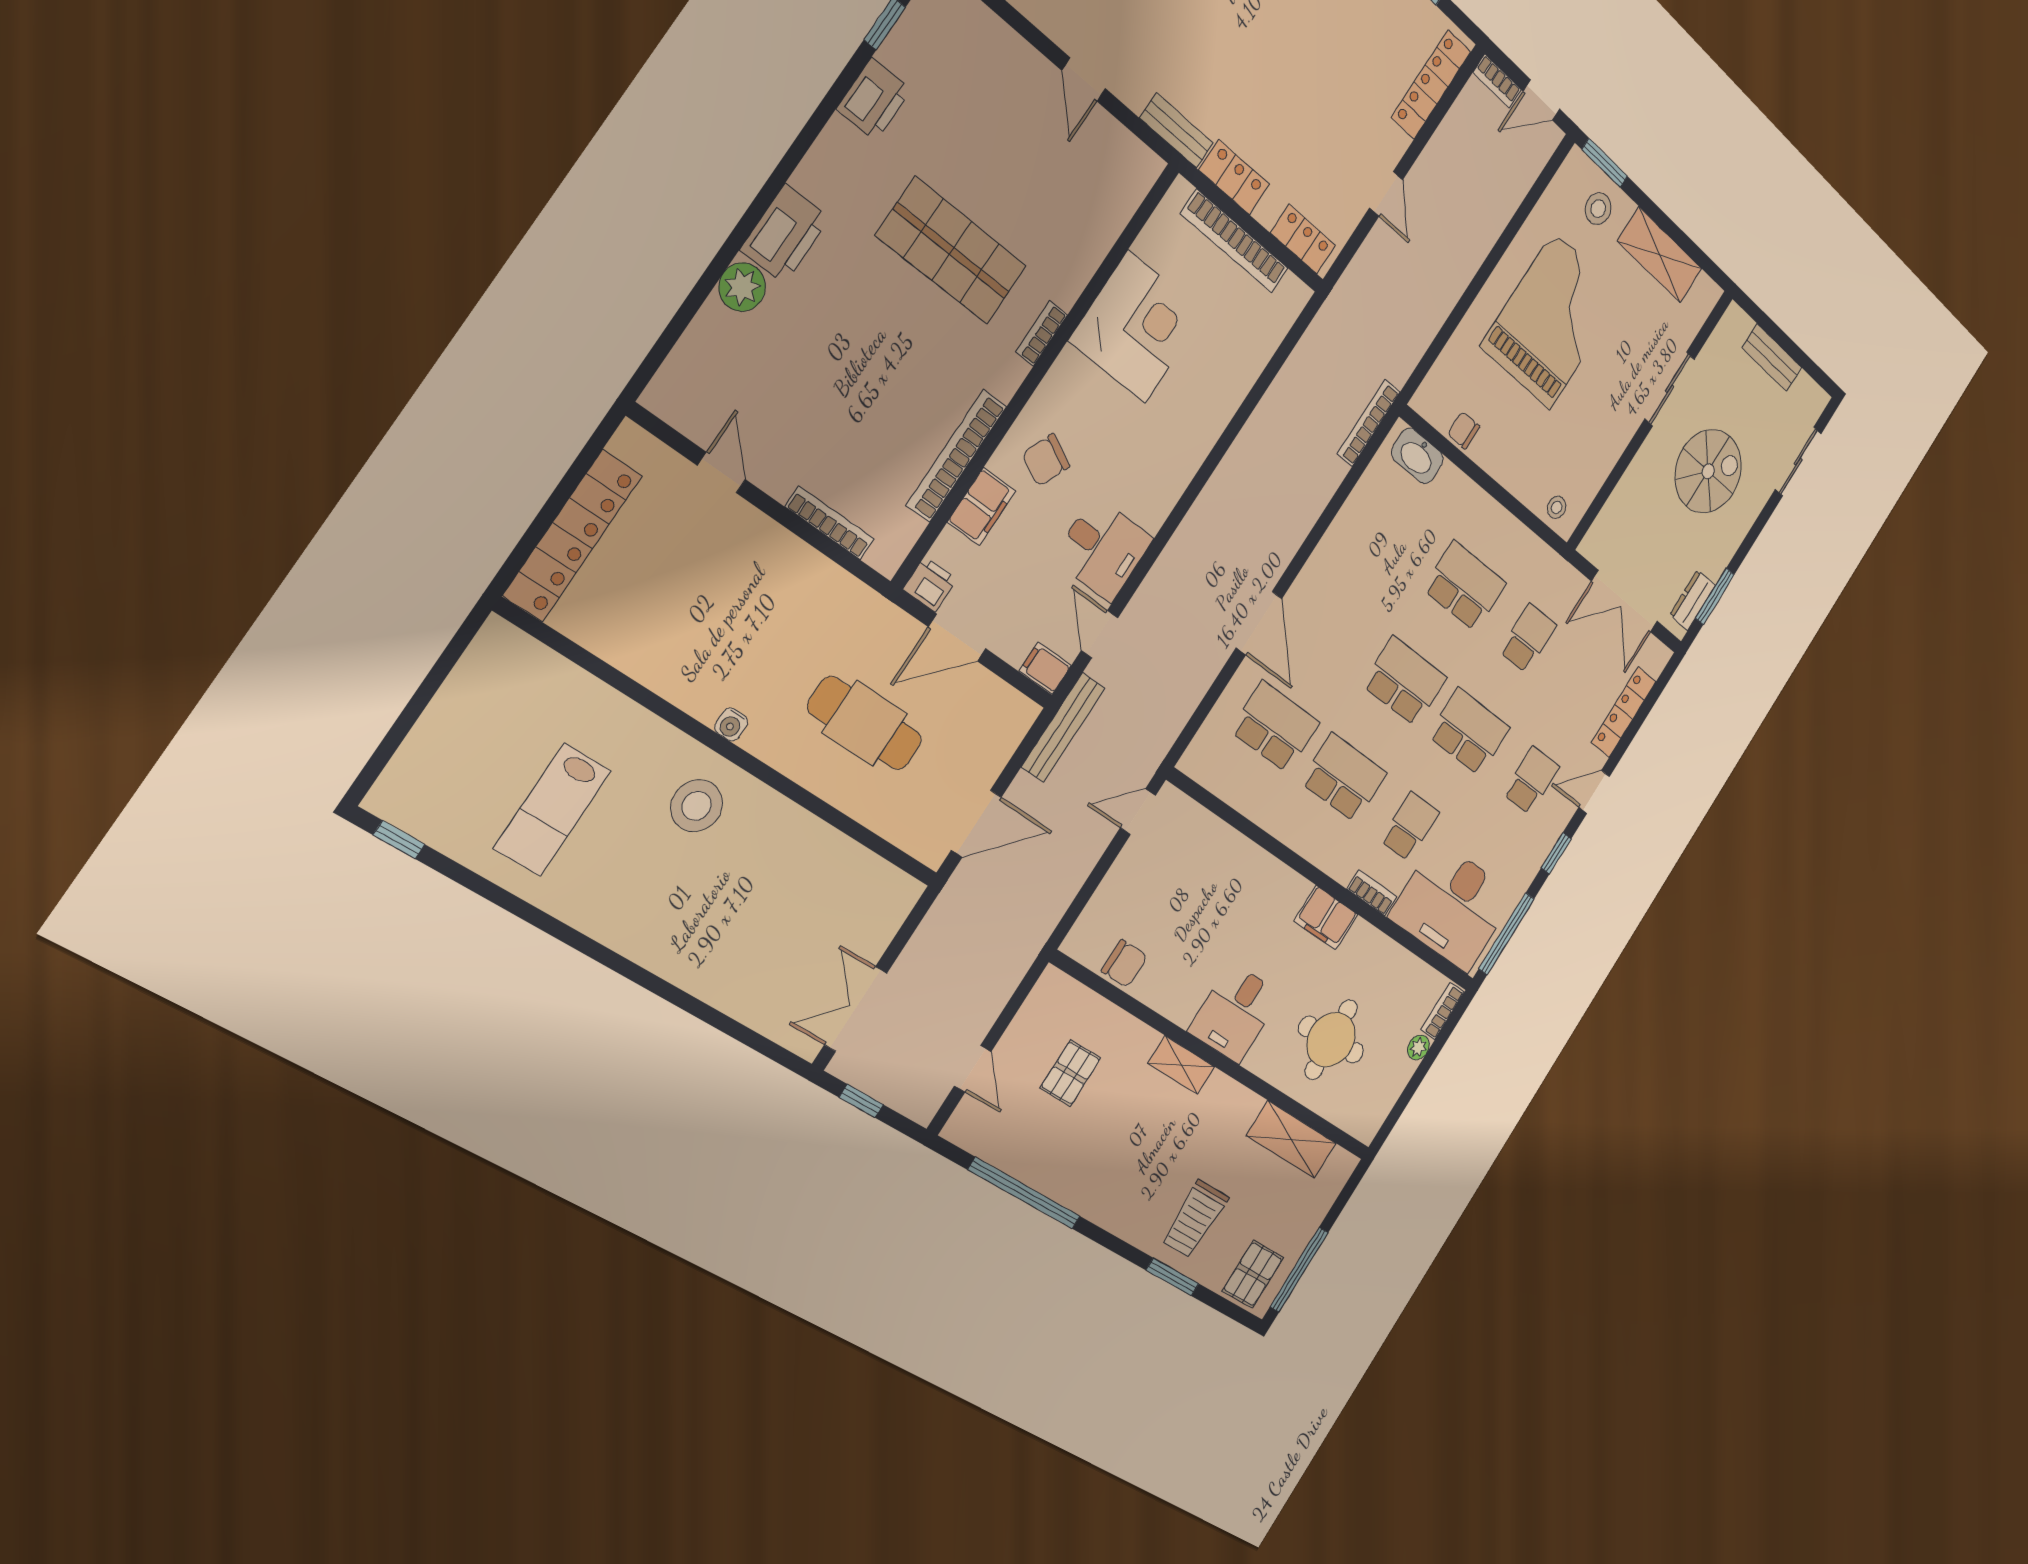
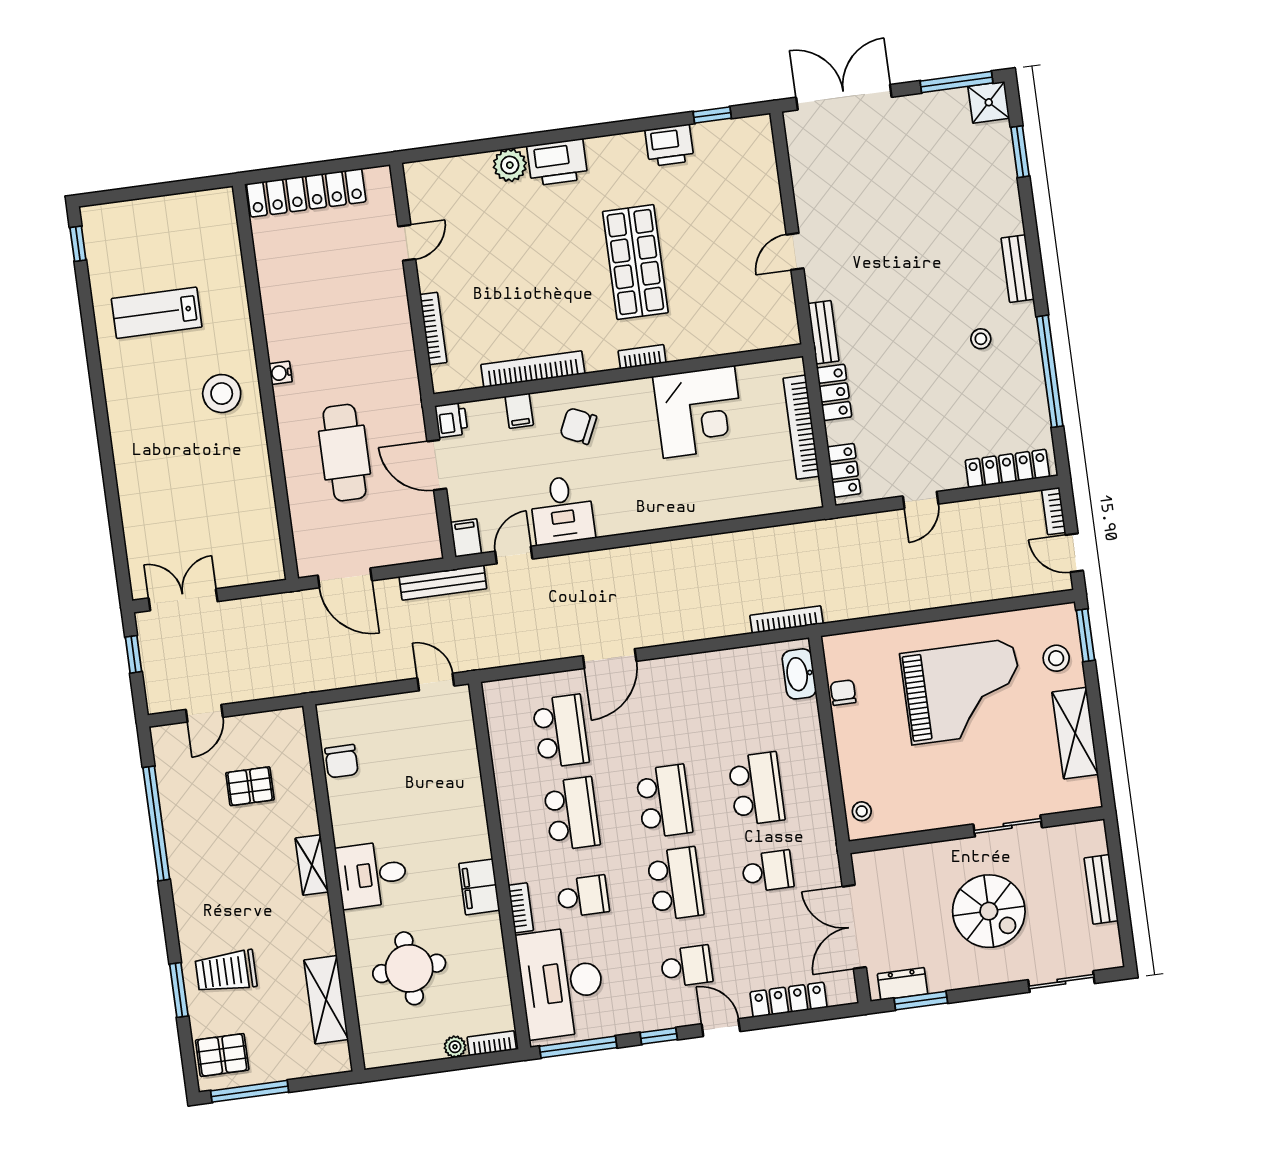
filing cabinet: (981, 507) -> (519, 411), width x0.50

